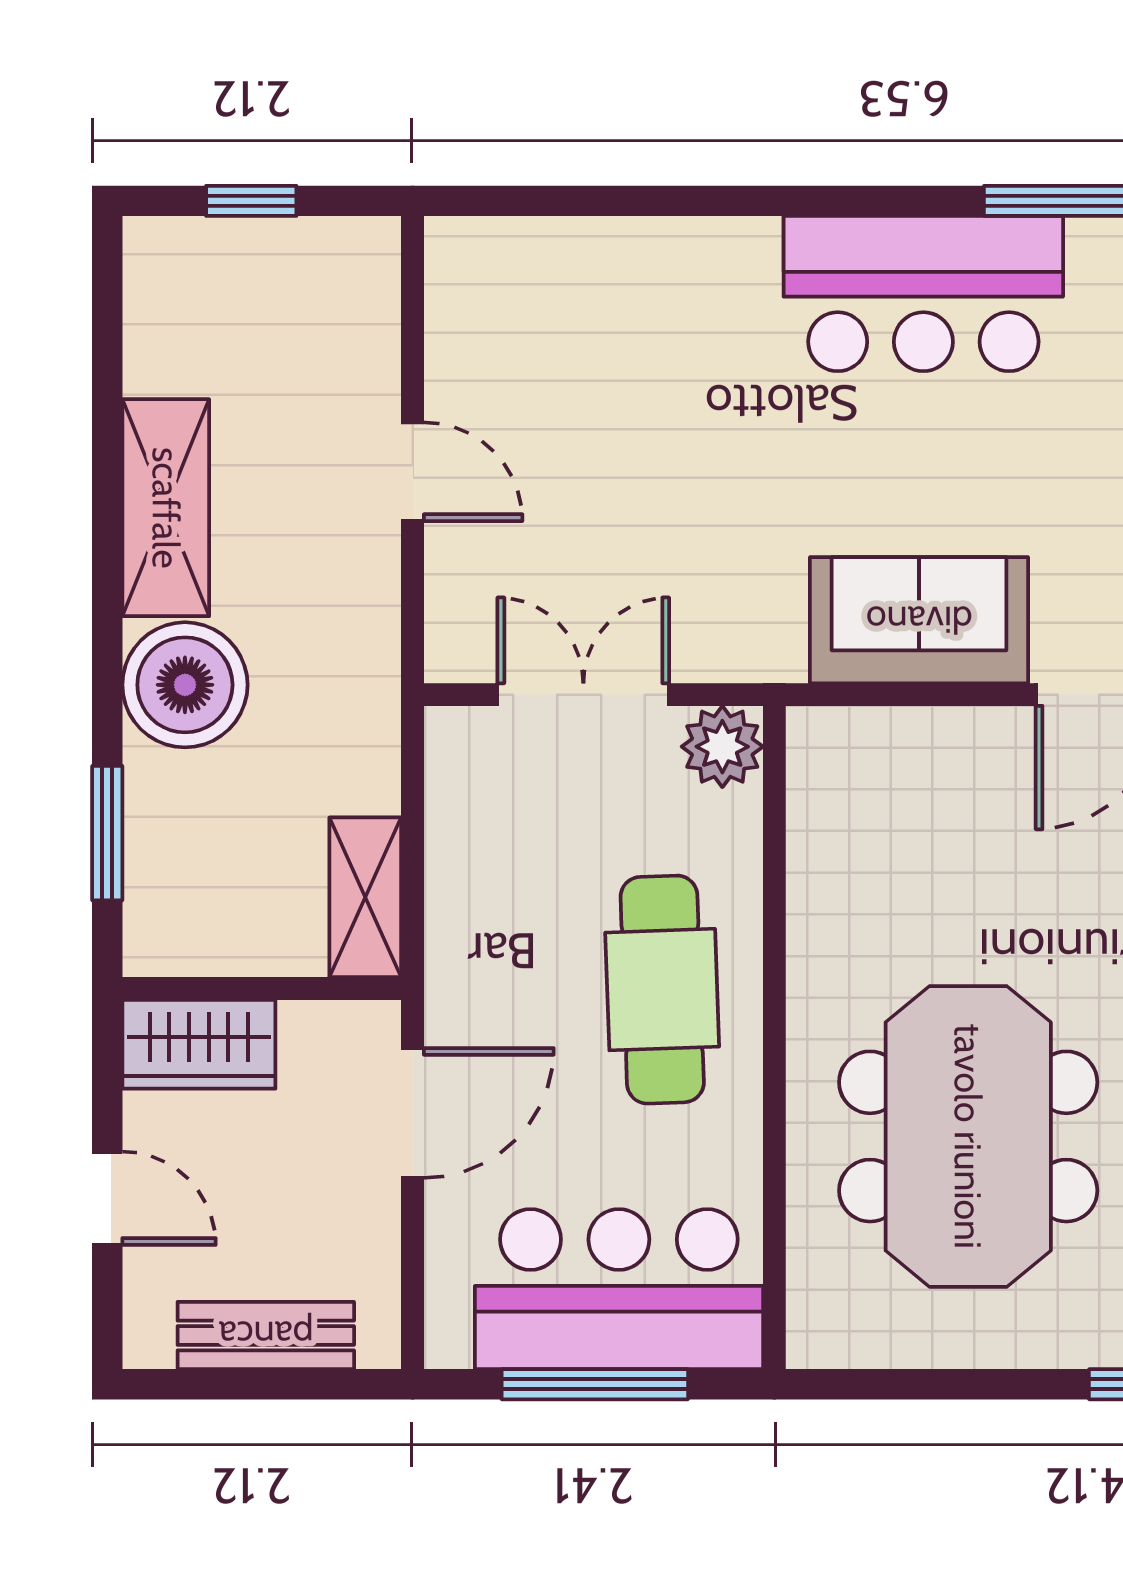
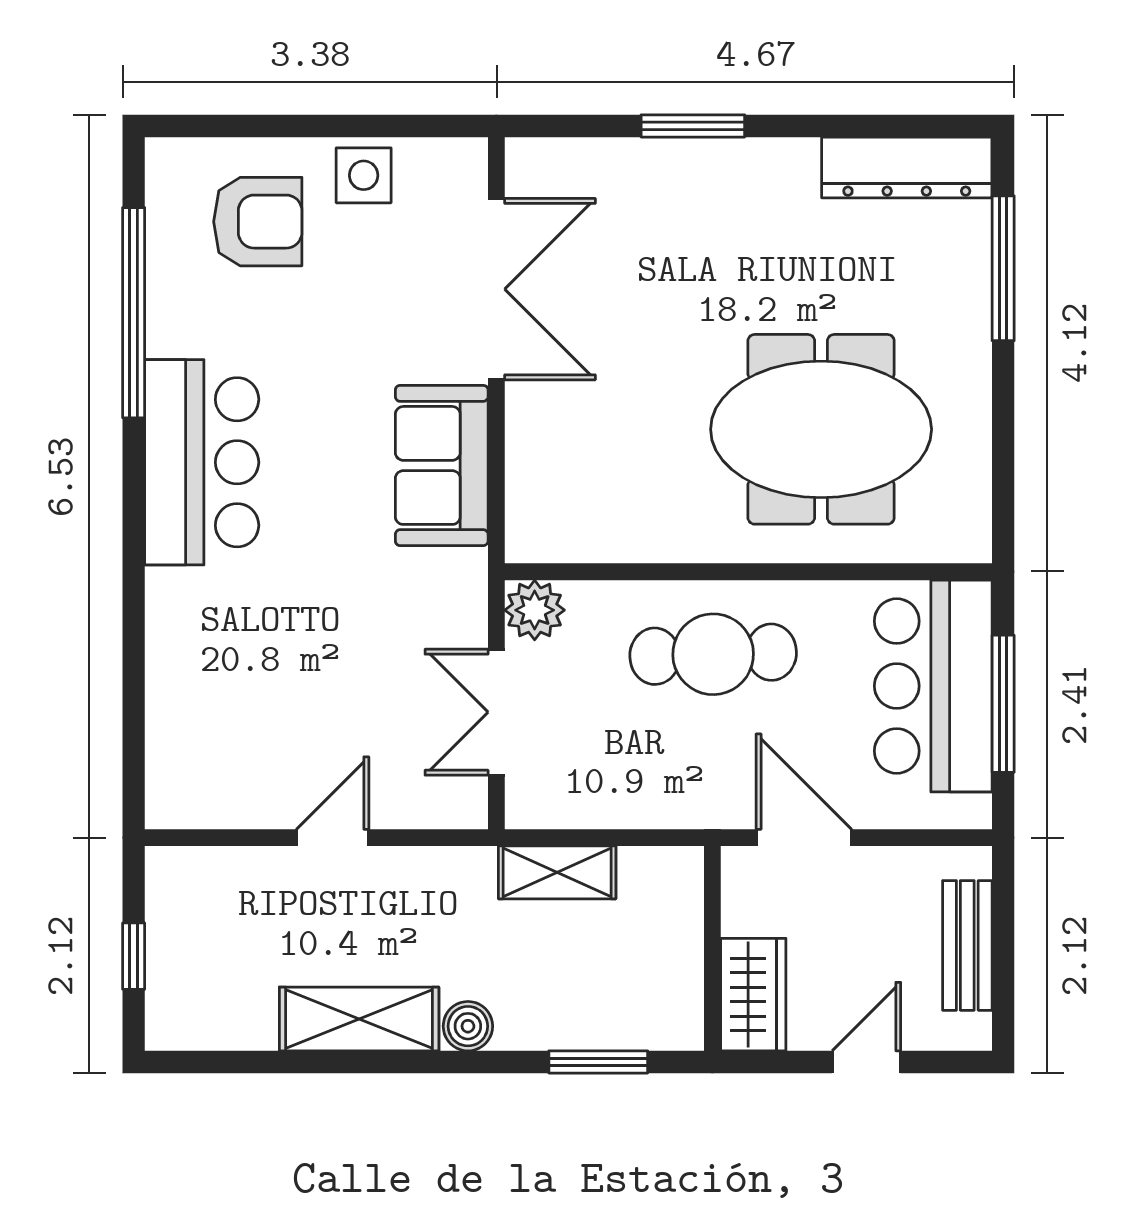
boiler: (185, 685) -> (468, 1026), width x0.54, depth x0.54
shelving: (365, 897) -> (557, 872), moved

